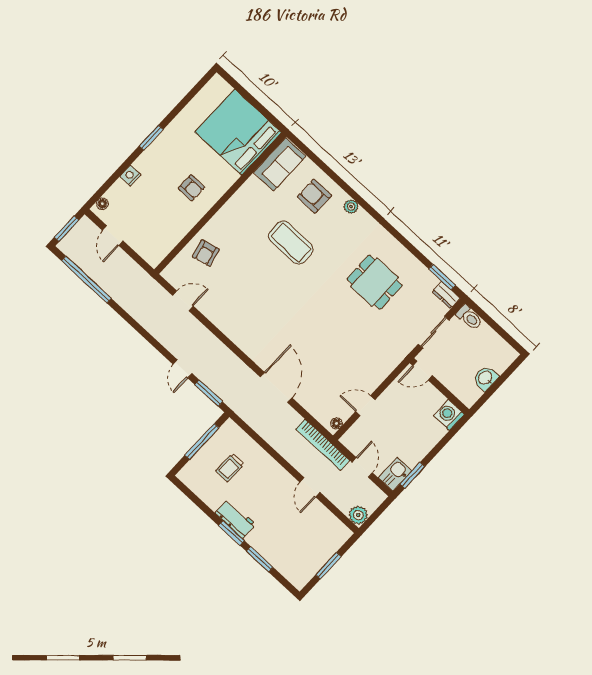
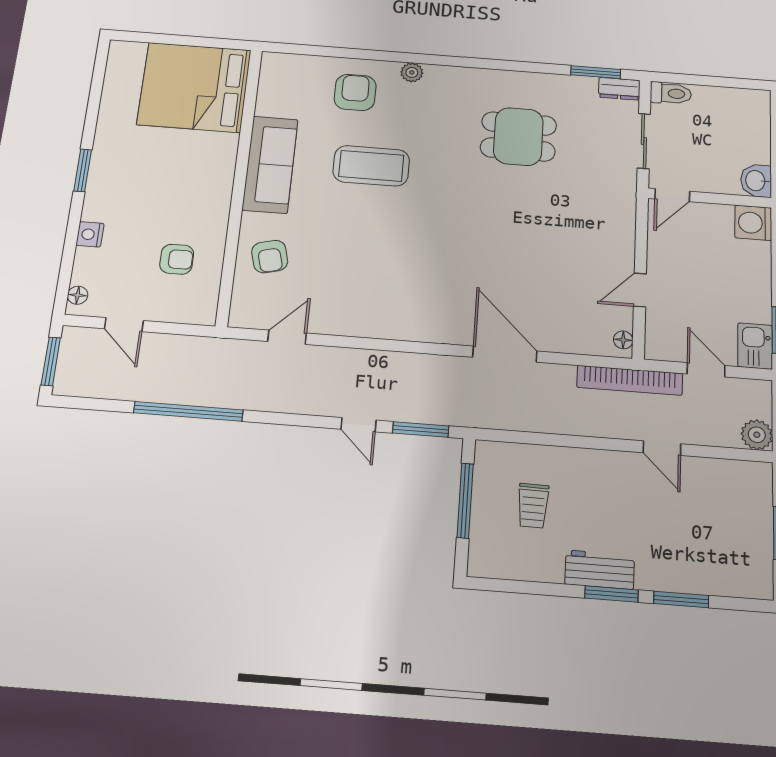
sofa: (280, 164) -> (270, 165), moved, width x1.36
armchair: (191, 188) -> (177, 259), moved
armchair: (314, 196) -> (355, 92), turned 90
window: (86, 280) -> (188, 411), moved
washbasin: (486, 378) -> (756, 181), moved

